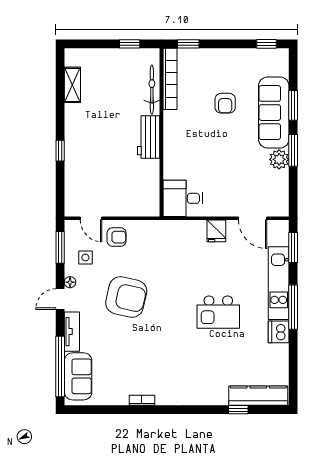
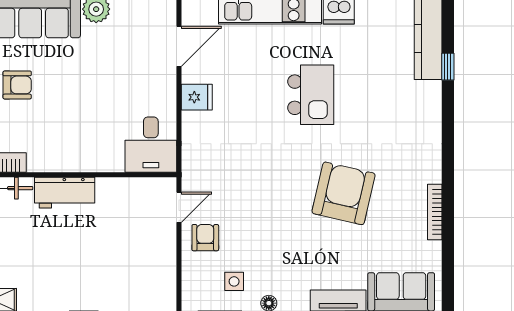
door: (91, 218) -> (179, 207), moved
armchair: (126, 297) -> (344, 193), moved
bookcase: (142, 400) -> (435, 212), width x1.56

